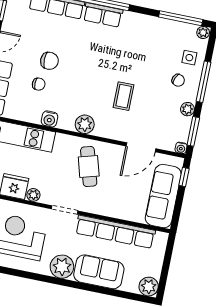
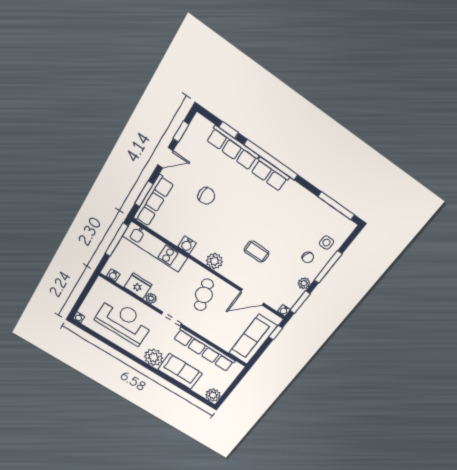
plant: (203, 33) -> (349, 226), removed
chair: (39, 84) -> (189, 212), removed
coffee table: (124, 96) -> (257, 252), turned 90

